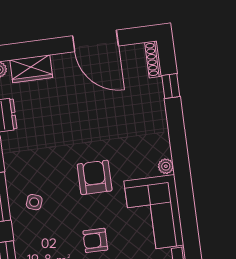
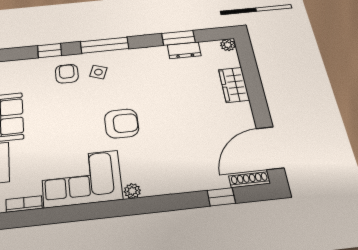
door: (95, 41) -> (270, 148), moved
wardrobe: (31, 69) -> (234, 85), moved
armchair: (95, 240) -> (67, 74), moved

